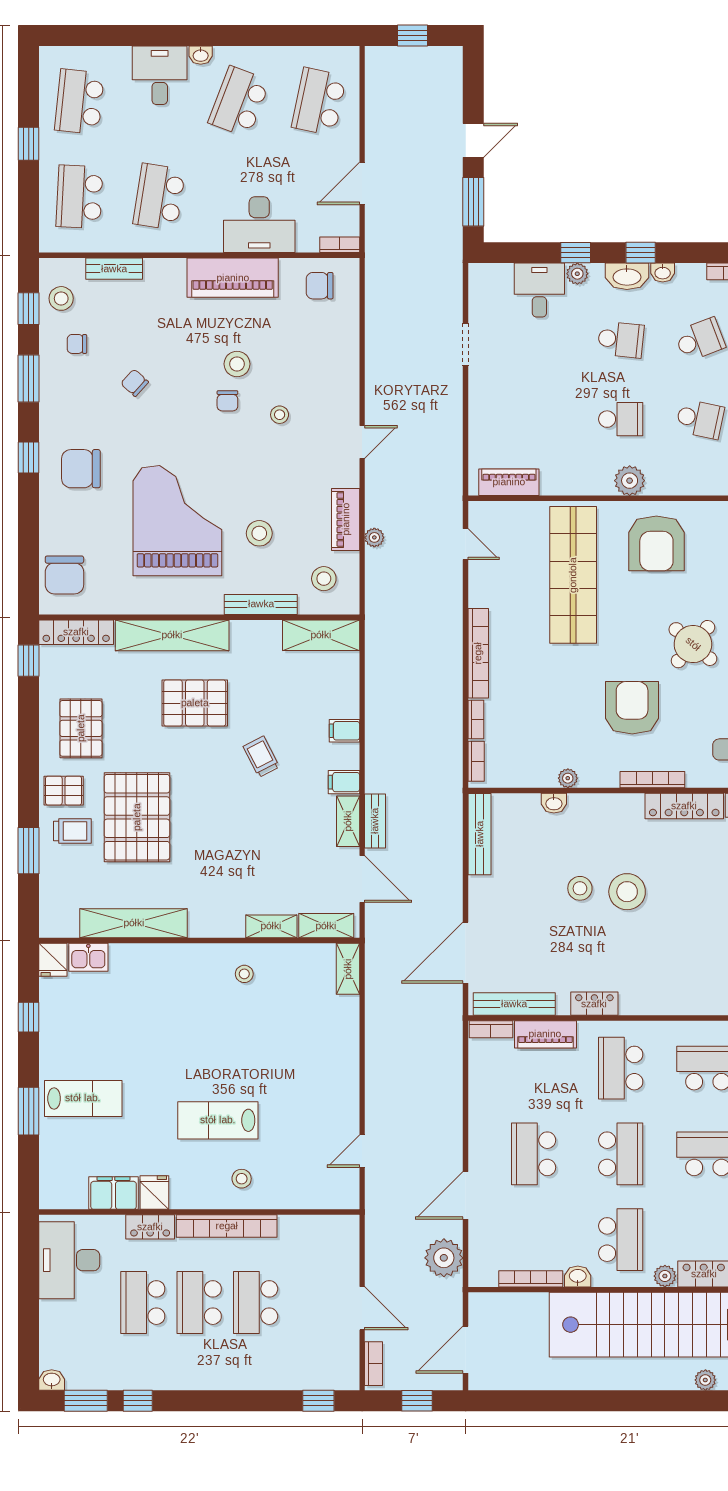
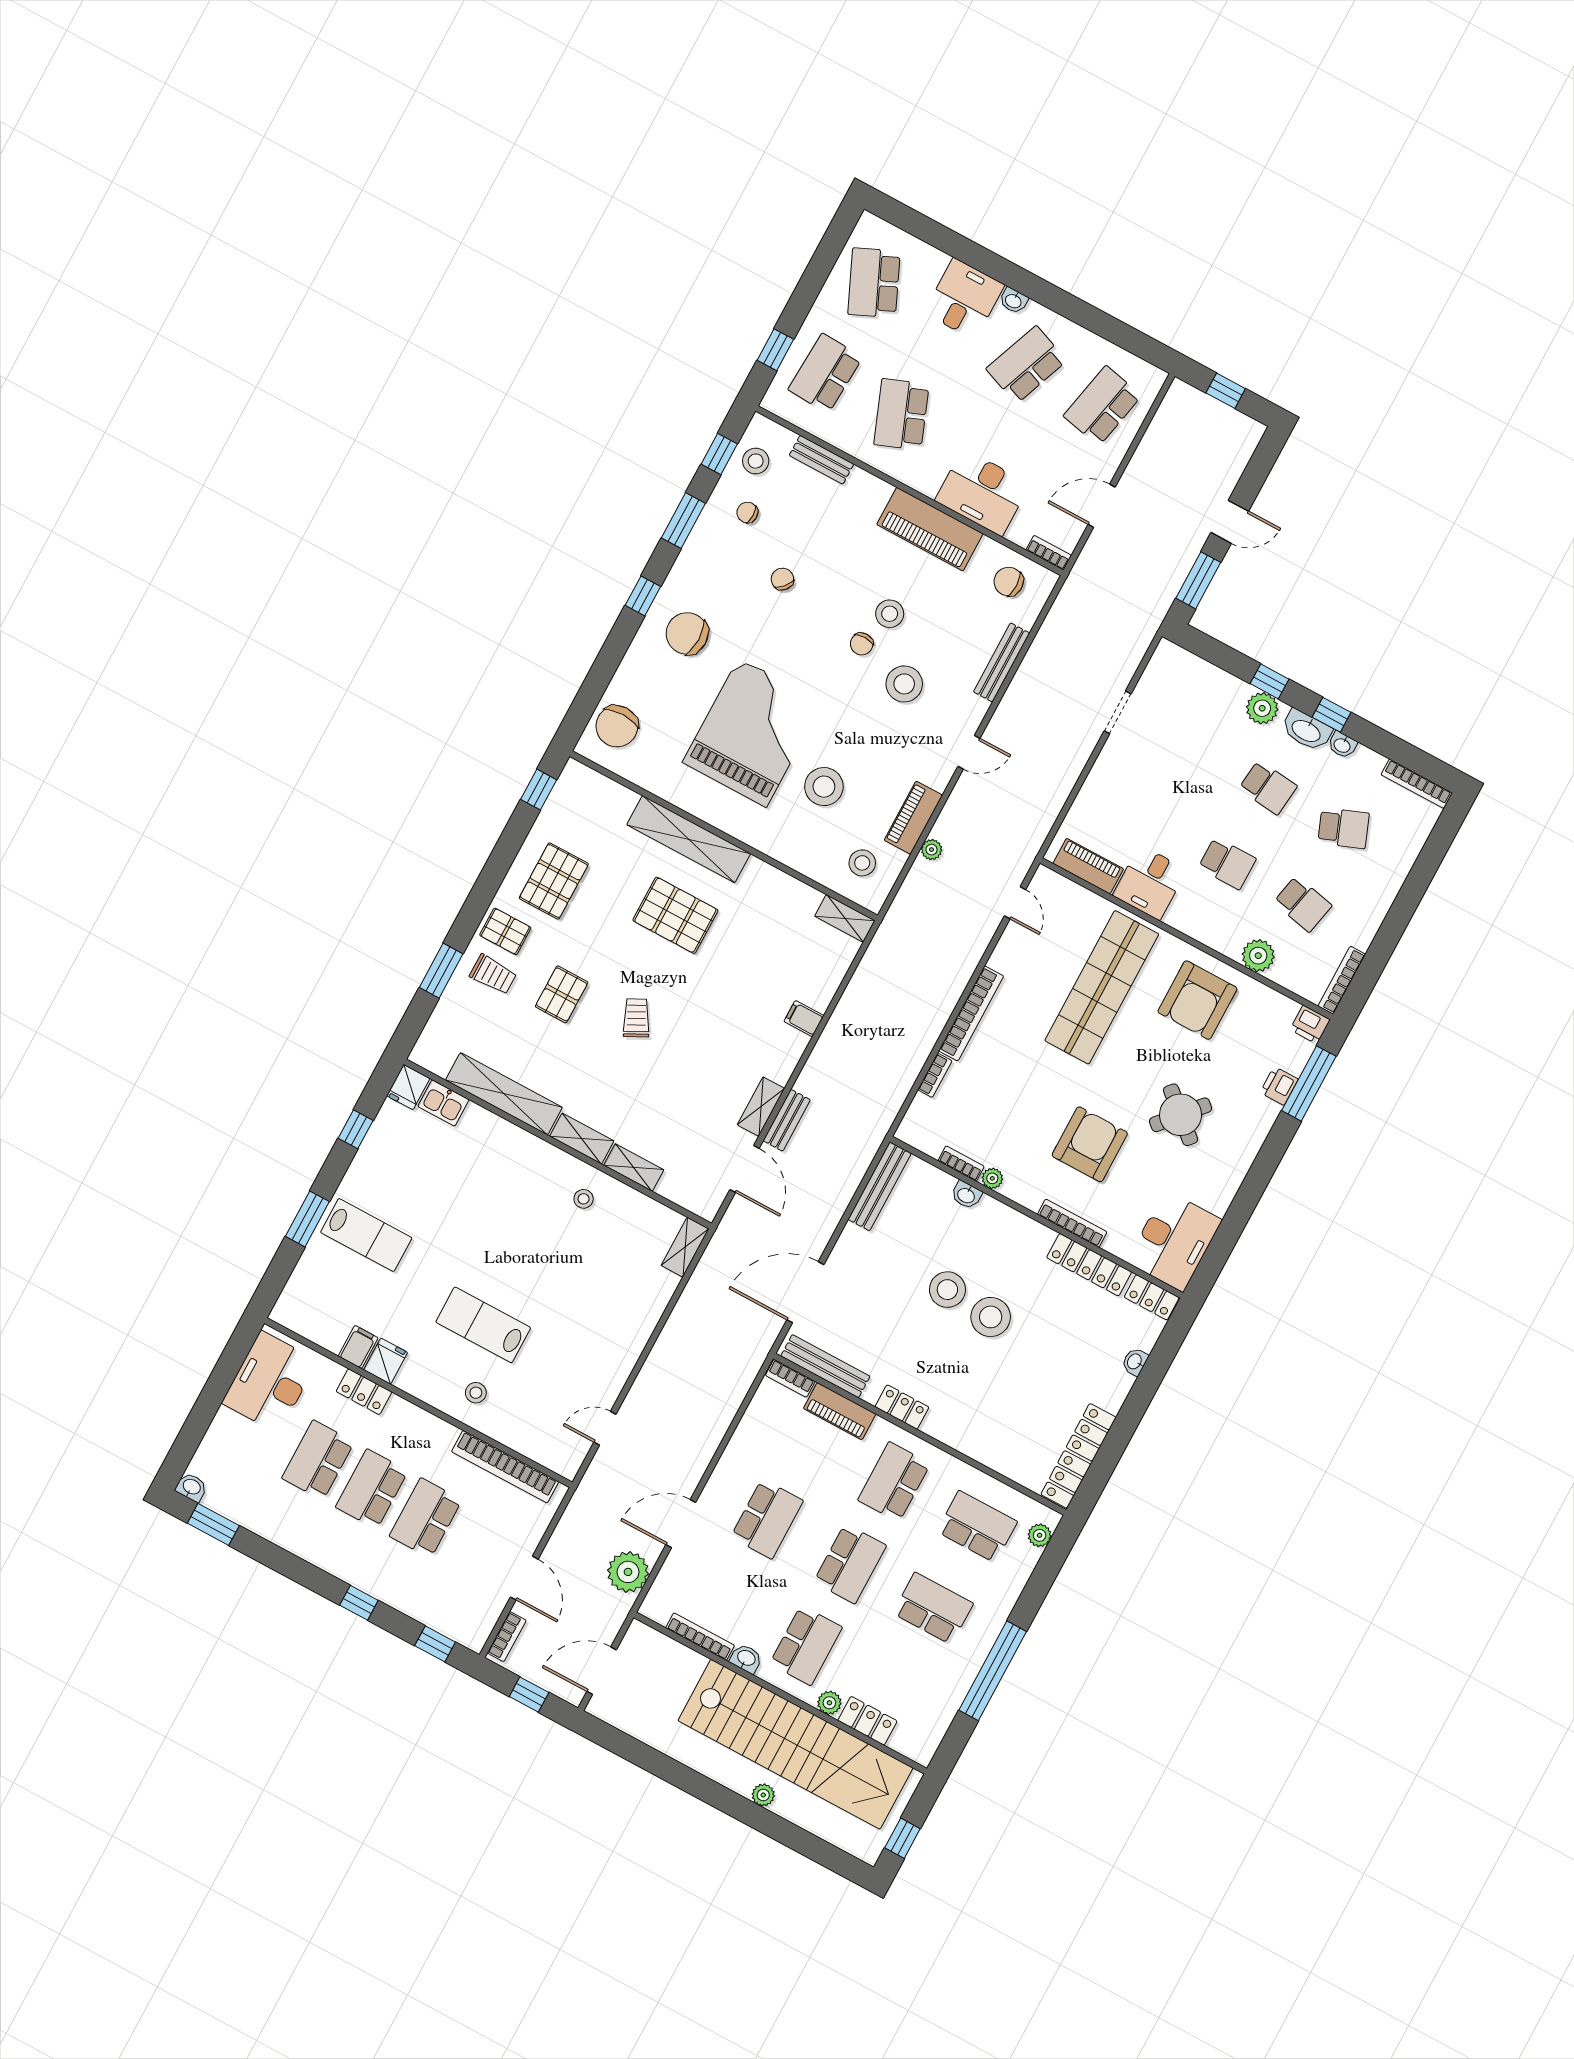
school desk: (79, 102) -> (874, 283), turned -30
window: (29, 144) -> (775, 350), moved
school desk: (159, 197) -> (901, 414), turned -30
plant: (577, 274) -> (1262, 708), width x1.38, depth x1.38
desk: (539, 290) -> (1150, 882), moved, turned 180
stool: (280, 415) -> (904, 684), width x1.89, depth x1.89
plant: (630, 481) -> (1258, 956), moved
stool: (259, 533) -> (824, 787), width x1.38, depth x1.38
bench: (261, 604) -> (1002, 662), moved, turned 90
locker: (76, 632) -> (599, 787), removed
shelving: (321, 635) -> (845, 918), width x0.67, depth x0.75
trolley: (261, 757) -> (636, 1018), moved
bookcase: (476, 761) -> (961, 1164), moved, turned -90
filing cabinet: (344, 782) -> (777, 1067), removed
pallet: (137, 817) -> (562, 994), width x0.49, depth x0.50
stool: (580, 888) -> (947, 1290), width x1.38, depth x1.38
shelving: (326, 926) -> (582, 1139), moved
school desk: (534, 1154) -> (767, 1519), turned 180
filing cabinet: (114, 1193) -> (358, 1347), width x0.50
bookcase: (227, 1226) -> (505, 1467), moved
plant: (705, 1380) -> (763, 1795), moved
window: (138, 1401) -> (359, 1603), moved

